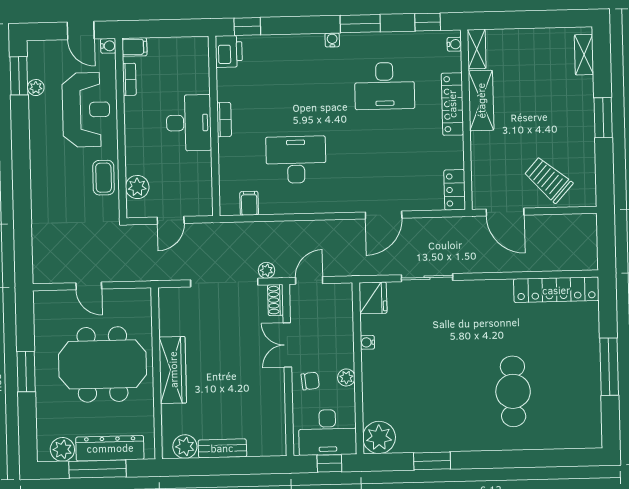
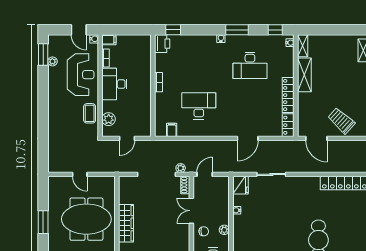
locker: (452, 104) -> (288, 95), moved
desk: (189, 123) -> (114, 84), moved, turned 180

